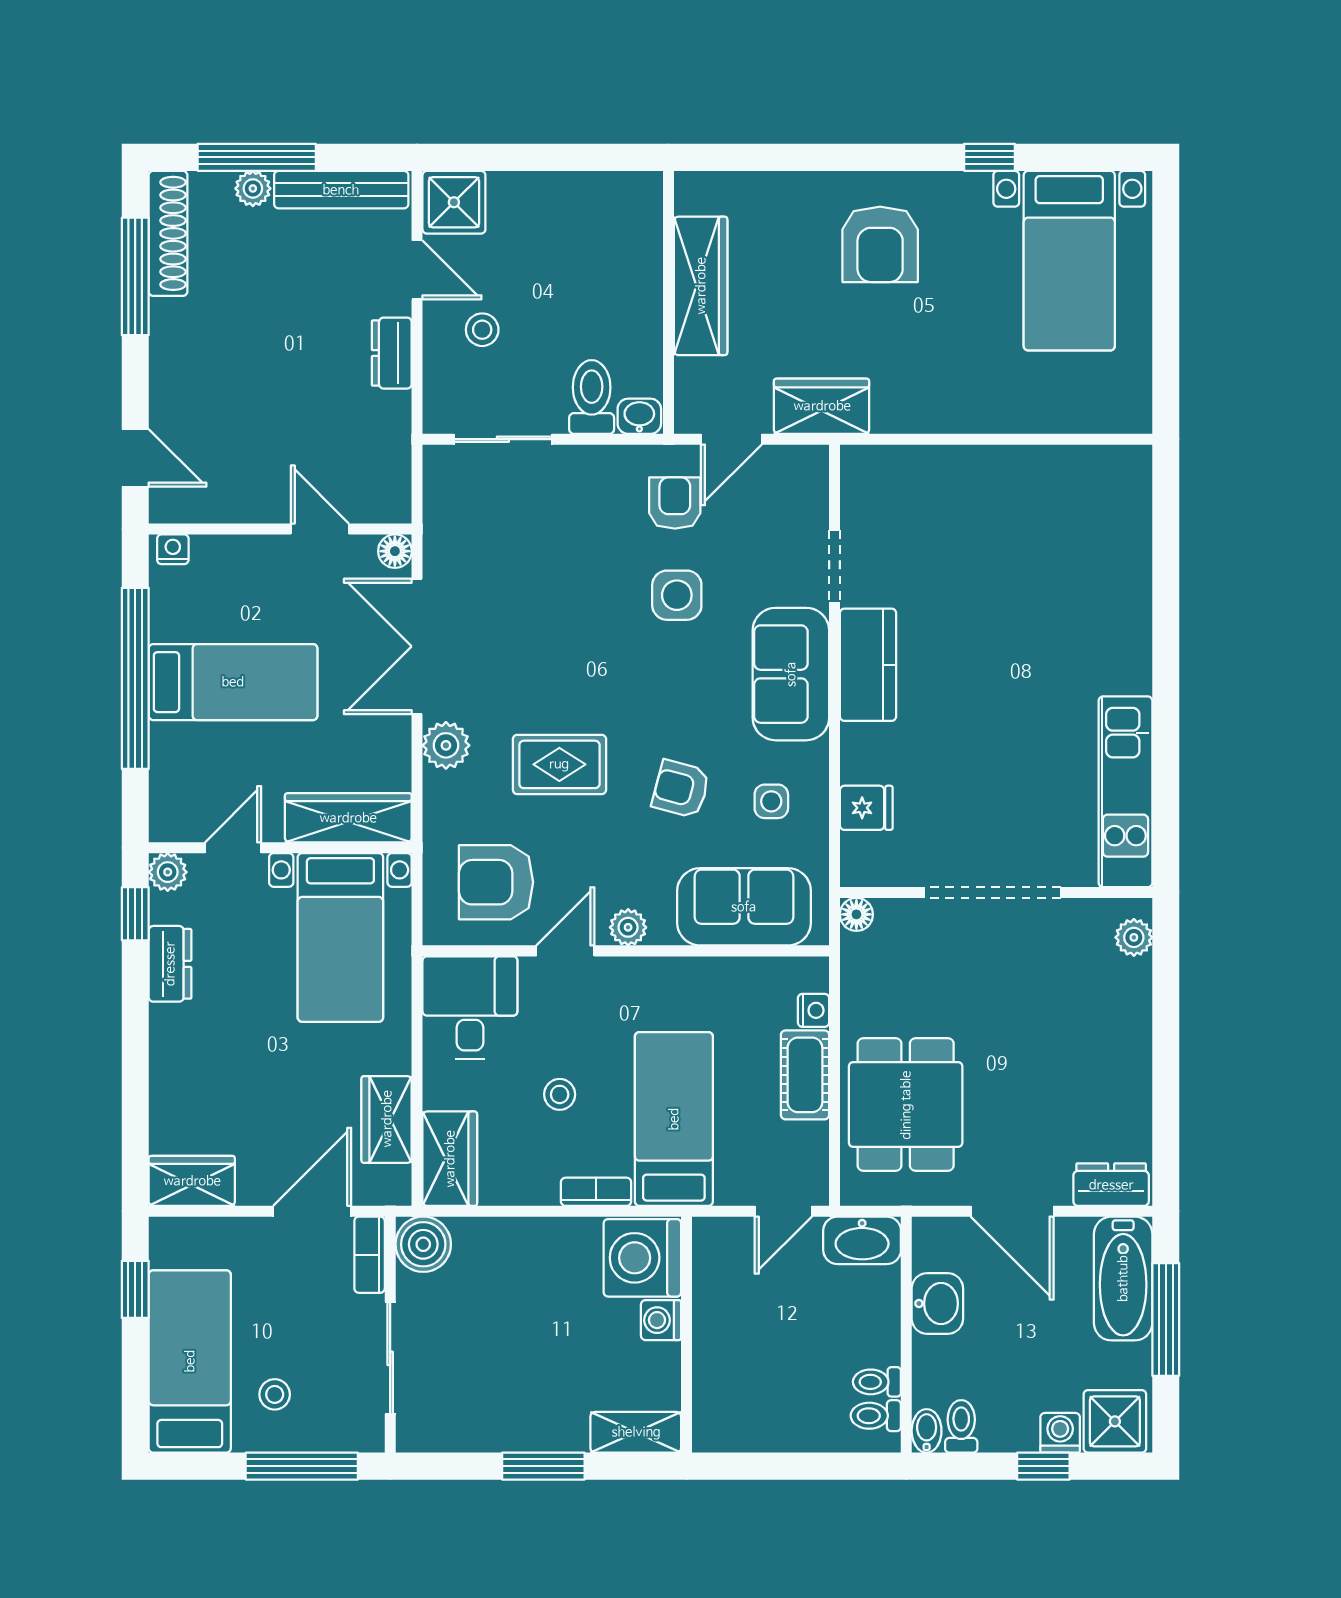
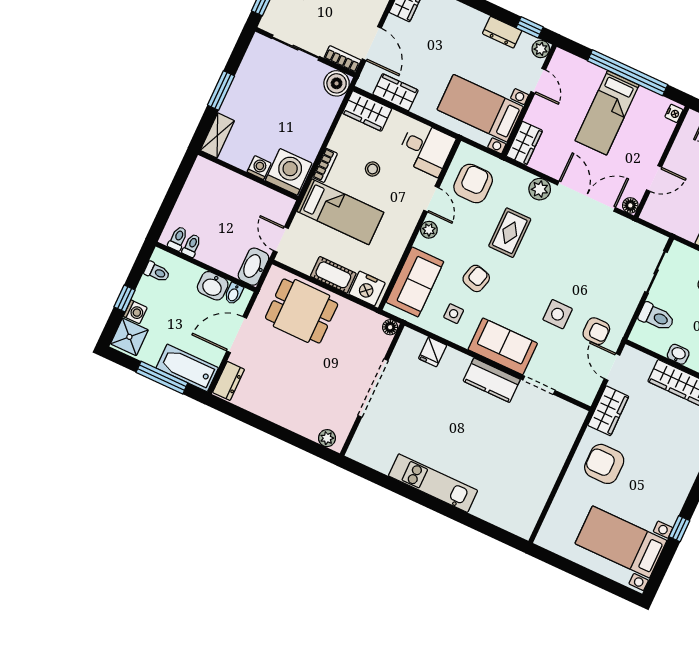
armchair: (880, 244) -> (604, 464), moved
washbasin: (639, 416) -> (678, 354), moved, turned -90
kitchen unit: (1125, 792) -> (433, 483), moved
wardrobe: (348, 818) -> (524, 143), width x0.67
nightstand: (814, 1010) -> (367, 289), width x1.89, depth x1.79
bidet: (927, 1431) -> (234, 294), moved, turned 90

